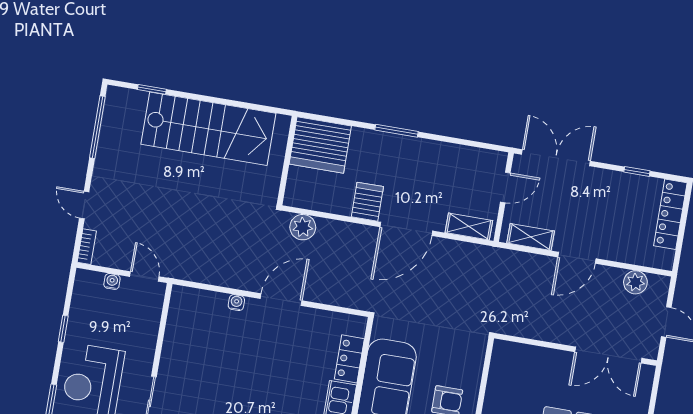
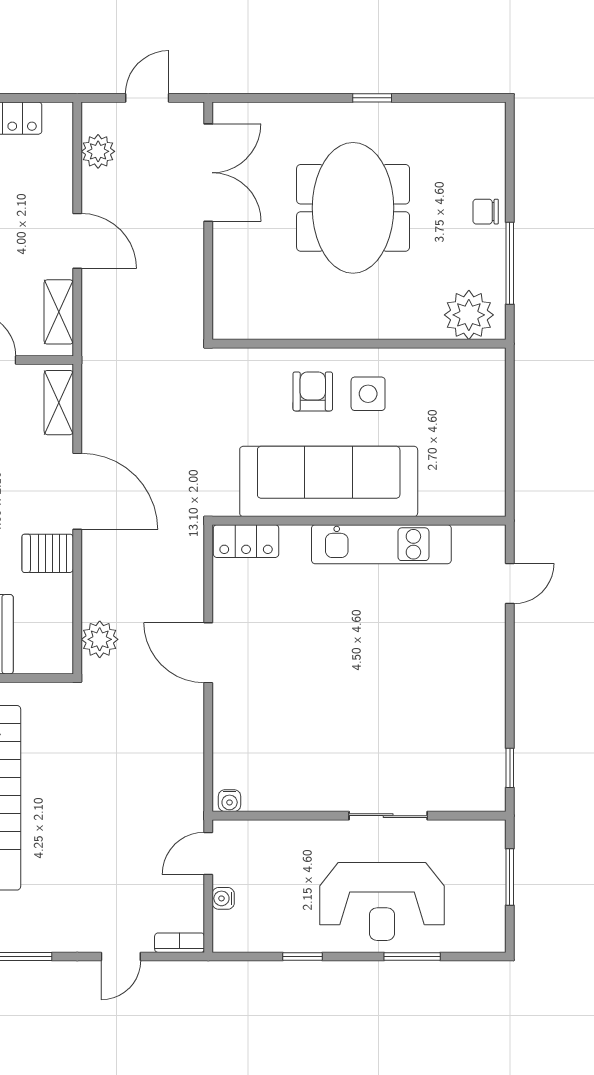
water cooler: (236, 303) -> (230, 801), moved, turned -90
locker: (349, 359) -> (246, 541), moved

